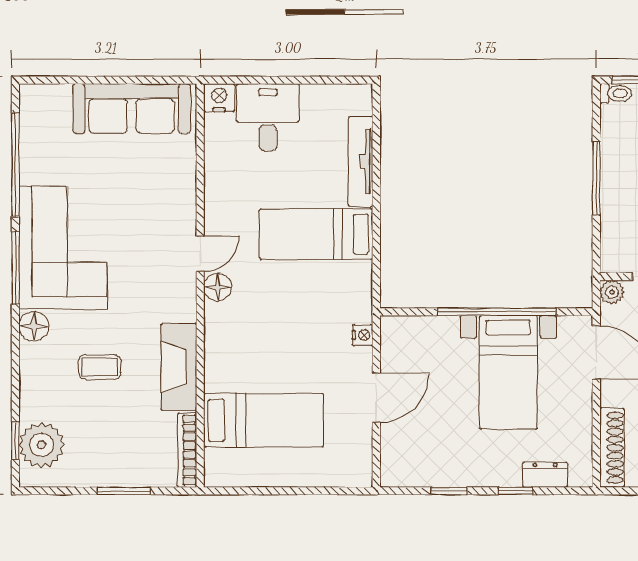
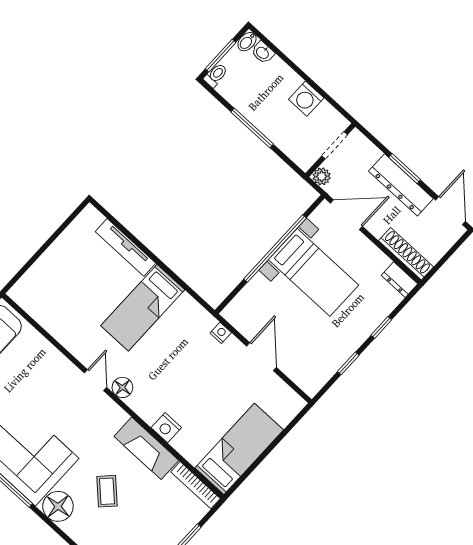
nightstand: (219, 98) -> (166, 428), moved, turned -90
desk: (268, 117) -> (55, 276), removed
floor lamp: (34, 326) -> (58, 506), width x1.38, depth x1.38
coffee table: (100, 367) -> (107, 491), turned -46
bed: (264, 420) -> (239, 449), moved
dresser: (545, 475) -> (399, 280), moved, turned -90

